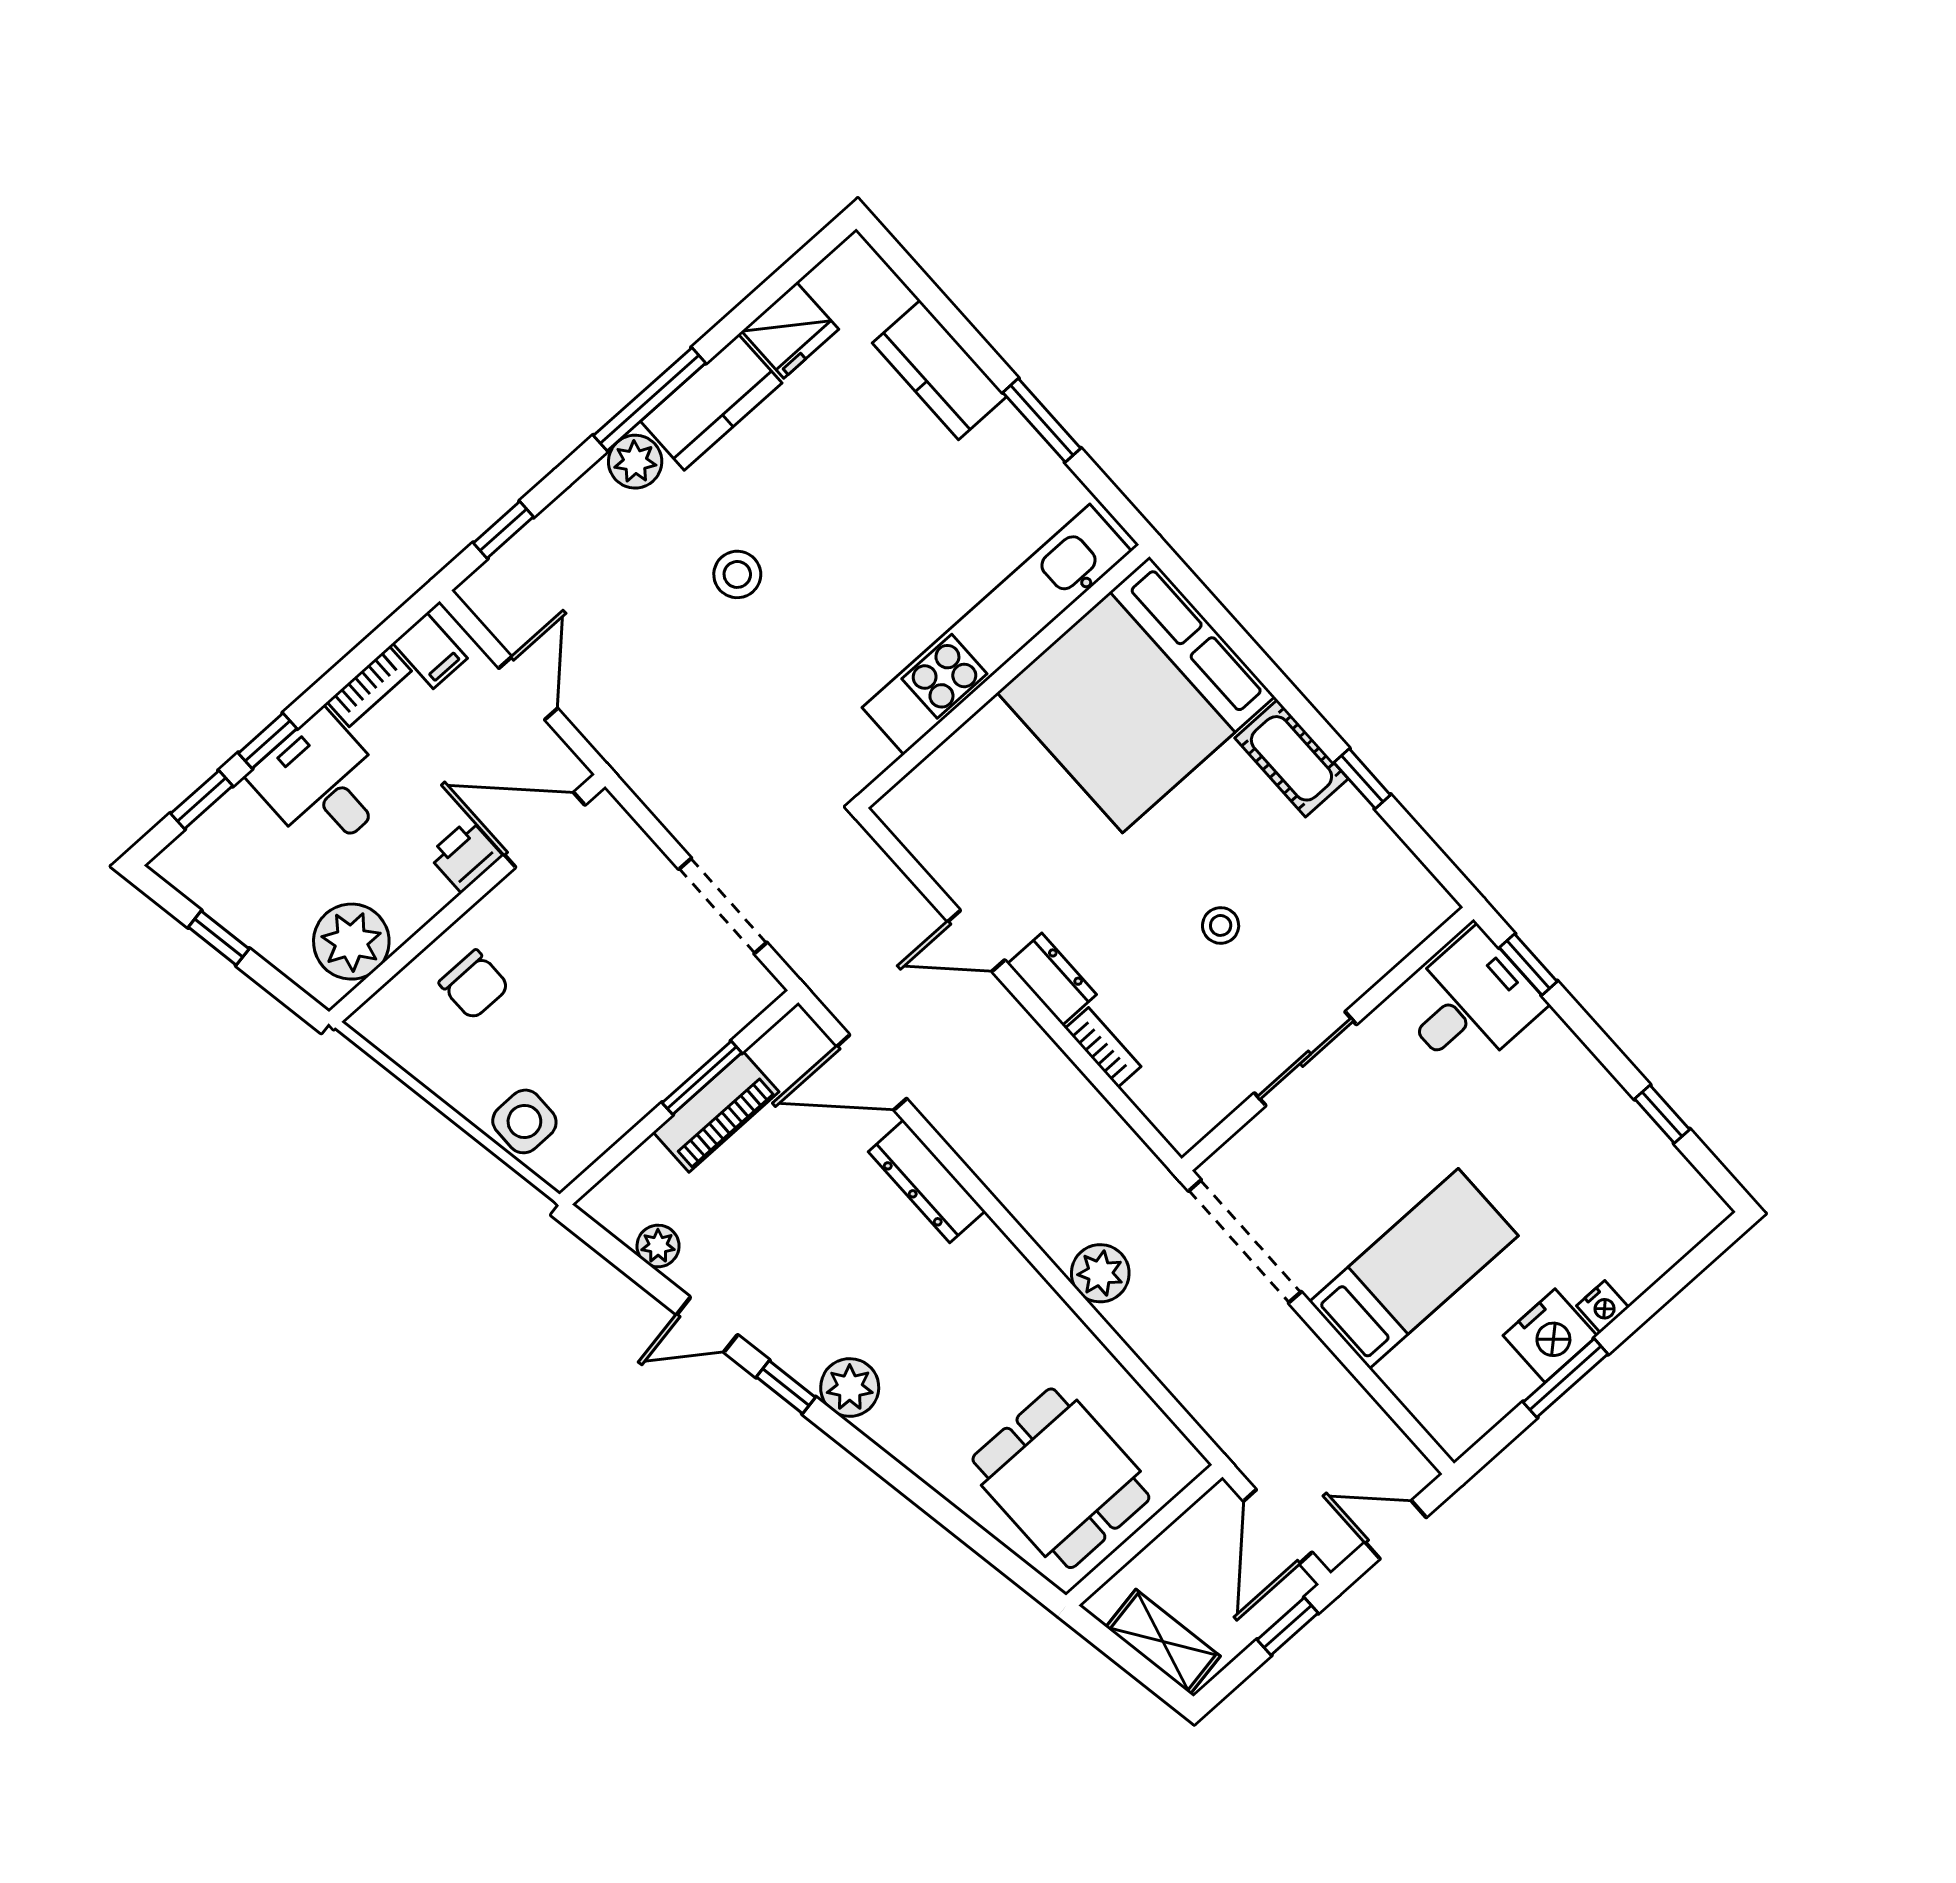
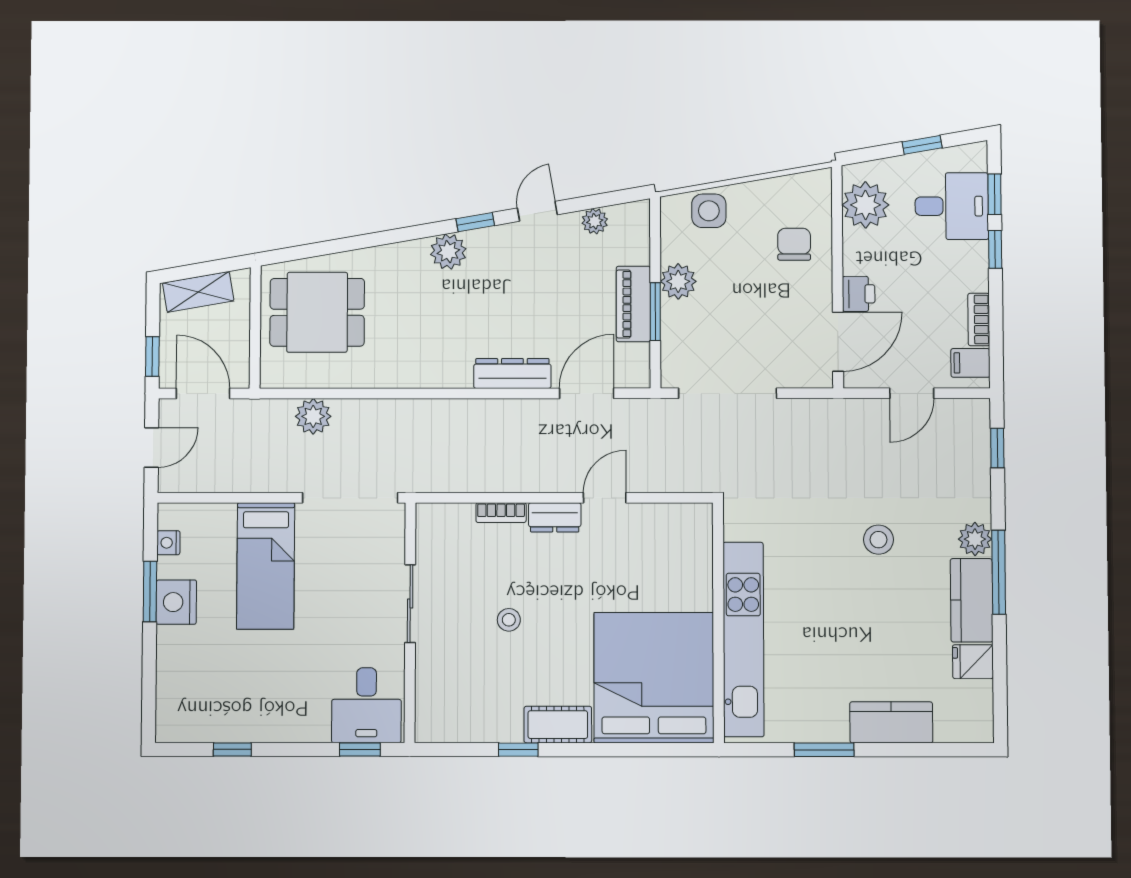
fridge: (790, 330) -> (973, 662), width x0.72
door: (528, 688) -> (912, 393), hinge flipped
desk: (322, 784) -> (952, 206), moved
doorway: (723, 906) -> (728, 393), width x1.36
chair: (474, 985) -> (794, 244), turned 90
plant: (642, 1083) -> (678, 281), added
plant: (1100, 1273) -> (313, 416), moved
nightstand: (1603, 1307) -> (168, 543), moved

